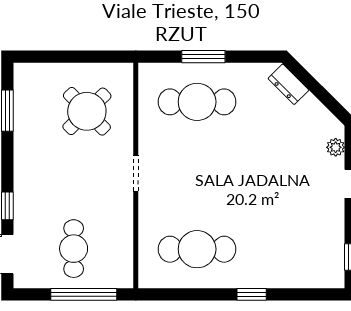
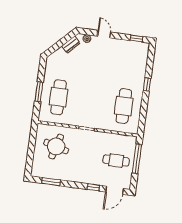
dresser: (288, 84) -> (71, 45), moved
round table: (87, 111) -> (56, 146), turned -30

